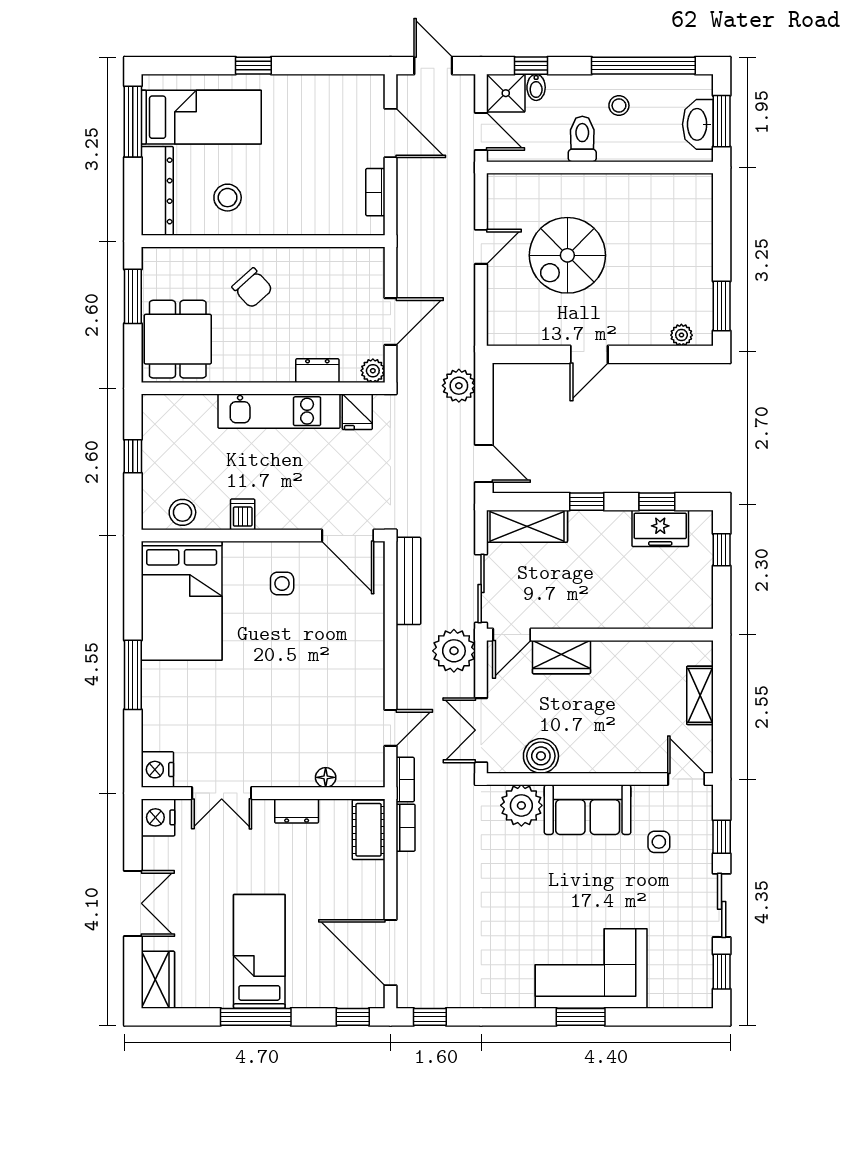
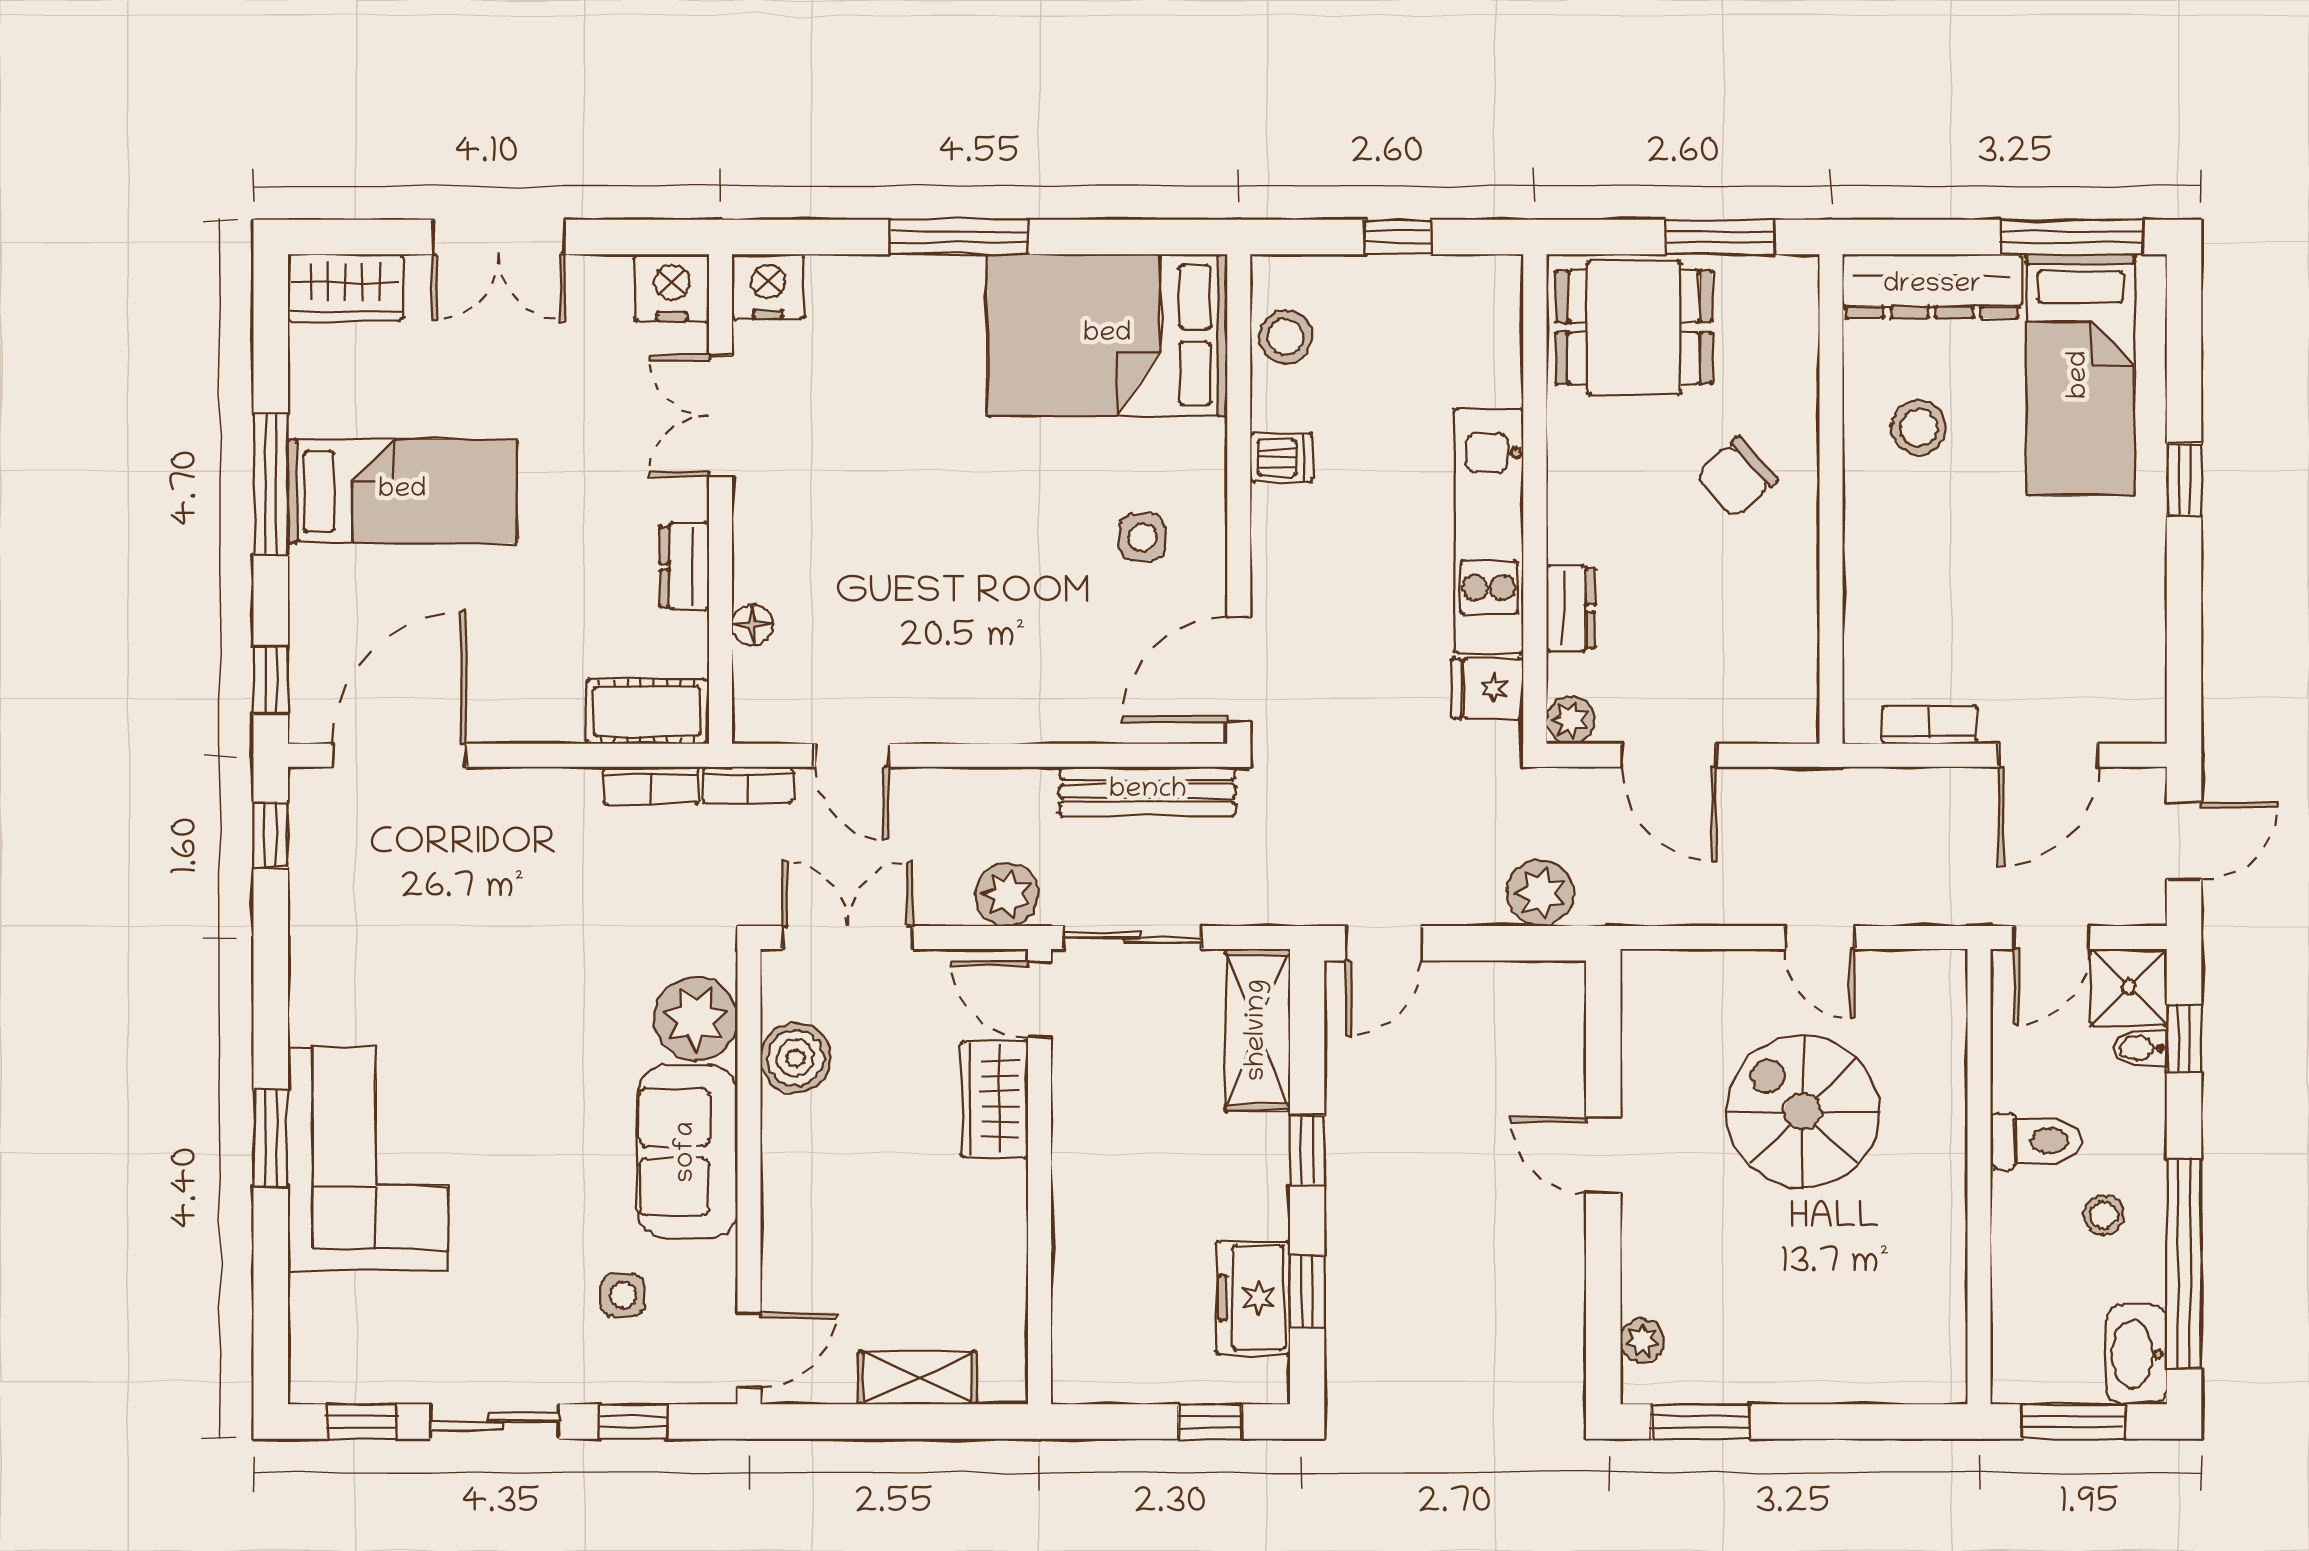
washbasin: (698, 124) -> (2136, 1354), moved, turned -90
plant: (454, 651) -> (1007, 894), width x0.73, depth x0.73

